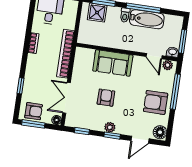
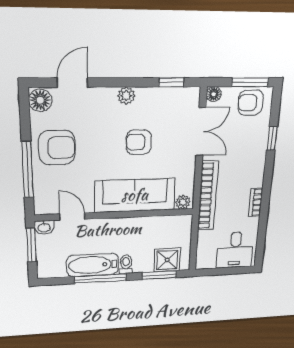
sofa: (113, 63) -> (135, 195), width x1.36
plant: (168, 65) -> (183, 202), moved
armchair: (106, 98) -> (139, 142), turned 90
window: (112, 136) -> (121, 82), removed

